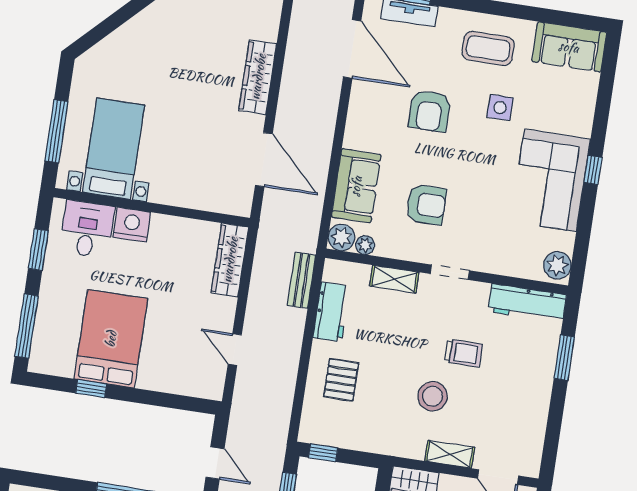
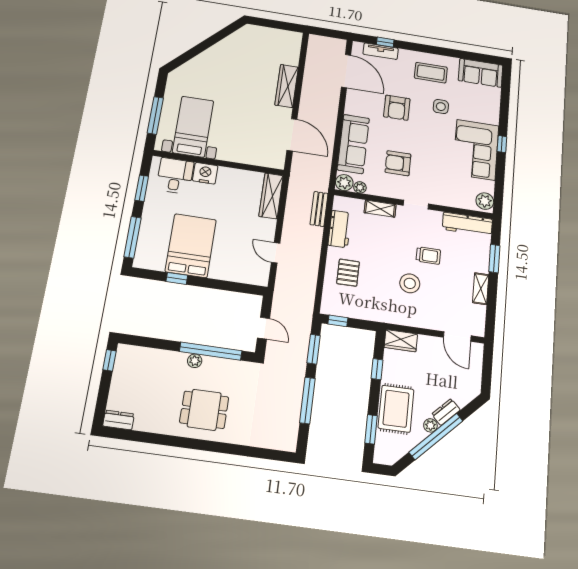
sofa: (356, 186) -> (353, 144), width x1.36
armchair: (426, 205) -> (398, 163), turned 180
shelving: (450, 454) -> (481, 289), moved, turned 90

